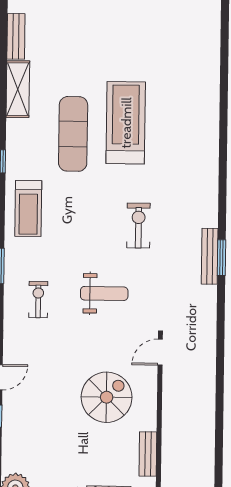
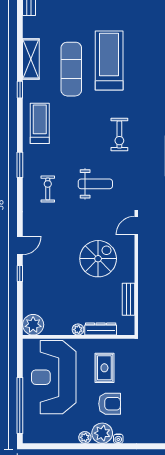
shelving: (18, 89) -> (31, 59), moved
treadmill: (28, 209) -> (40, 123), turned 180
exercise bike: (138, 225) -> (119, 134), turned 180

